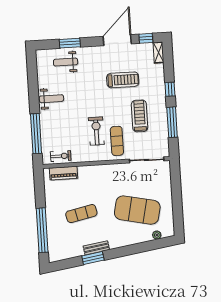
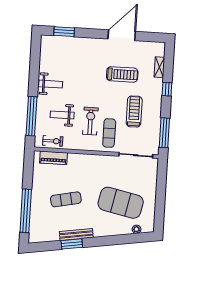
window: (146, 38) -> (150, 37), removed
window: (70, 43) -> (64, 32), moved
shelving: (158, 53) -> (159, 67), moved
weight bench: (66, 62) -> (62, 115), moved
window: (172, 122) -> (164, 133), moved
bench: (96, 248) -> (76, 234), width x1.36

